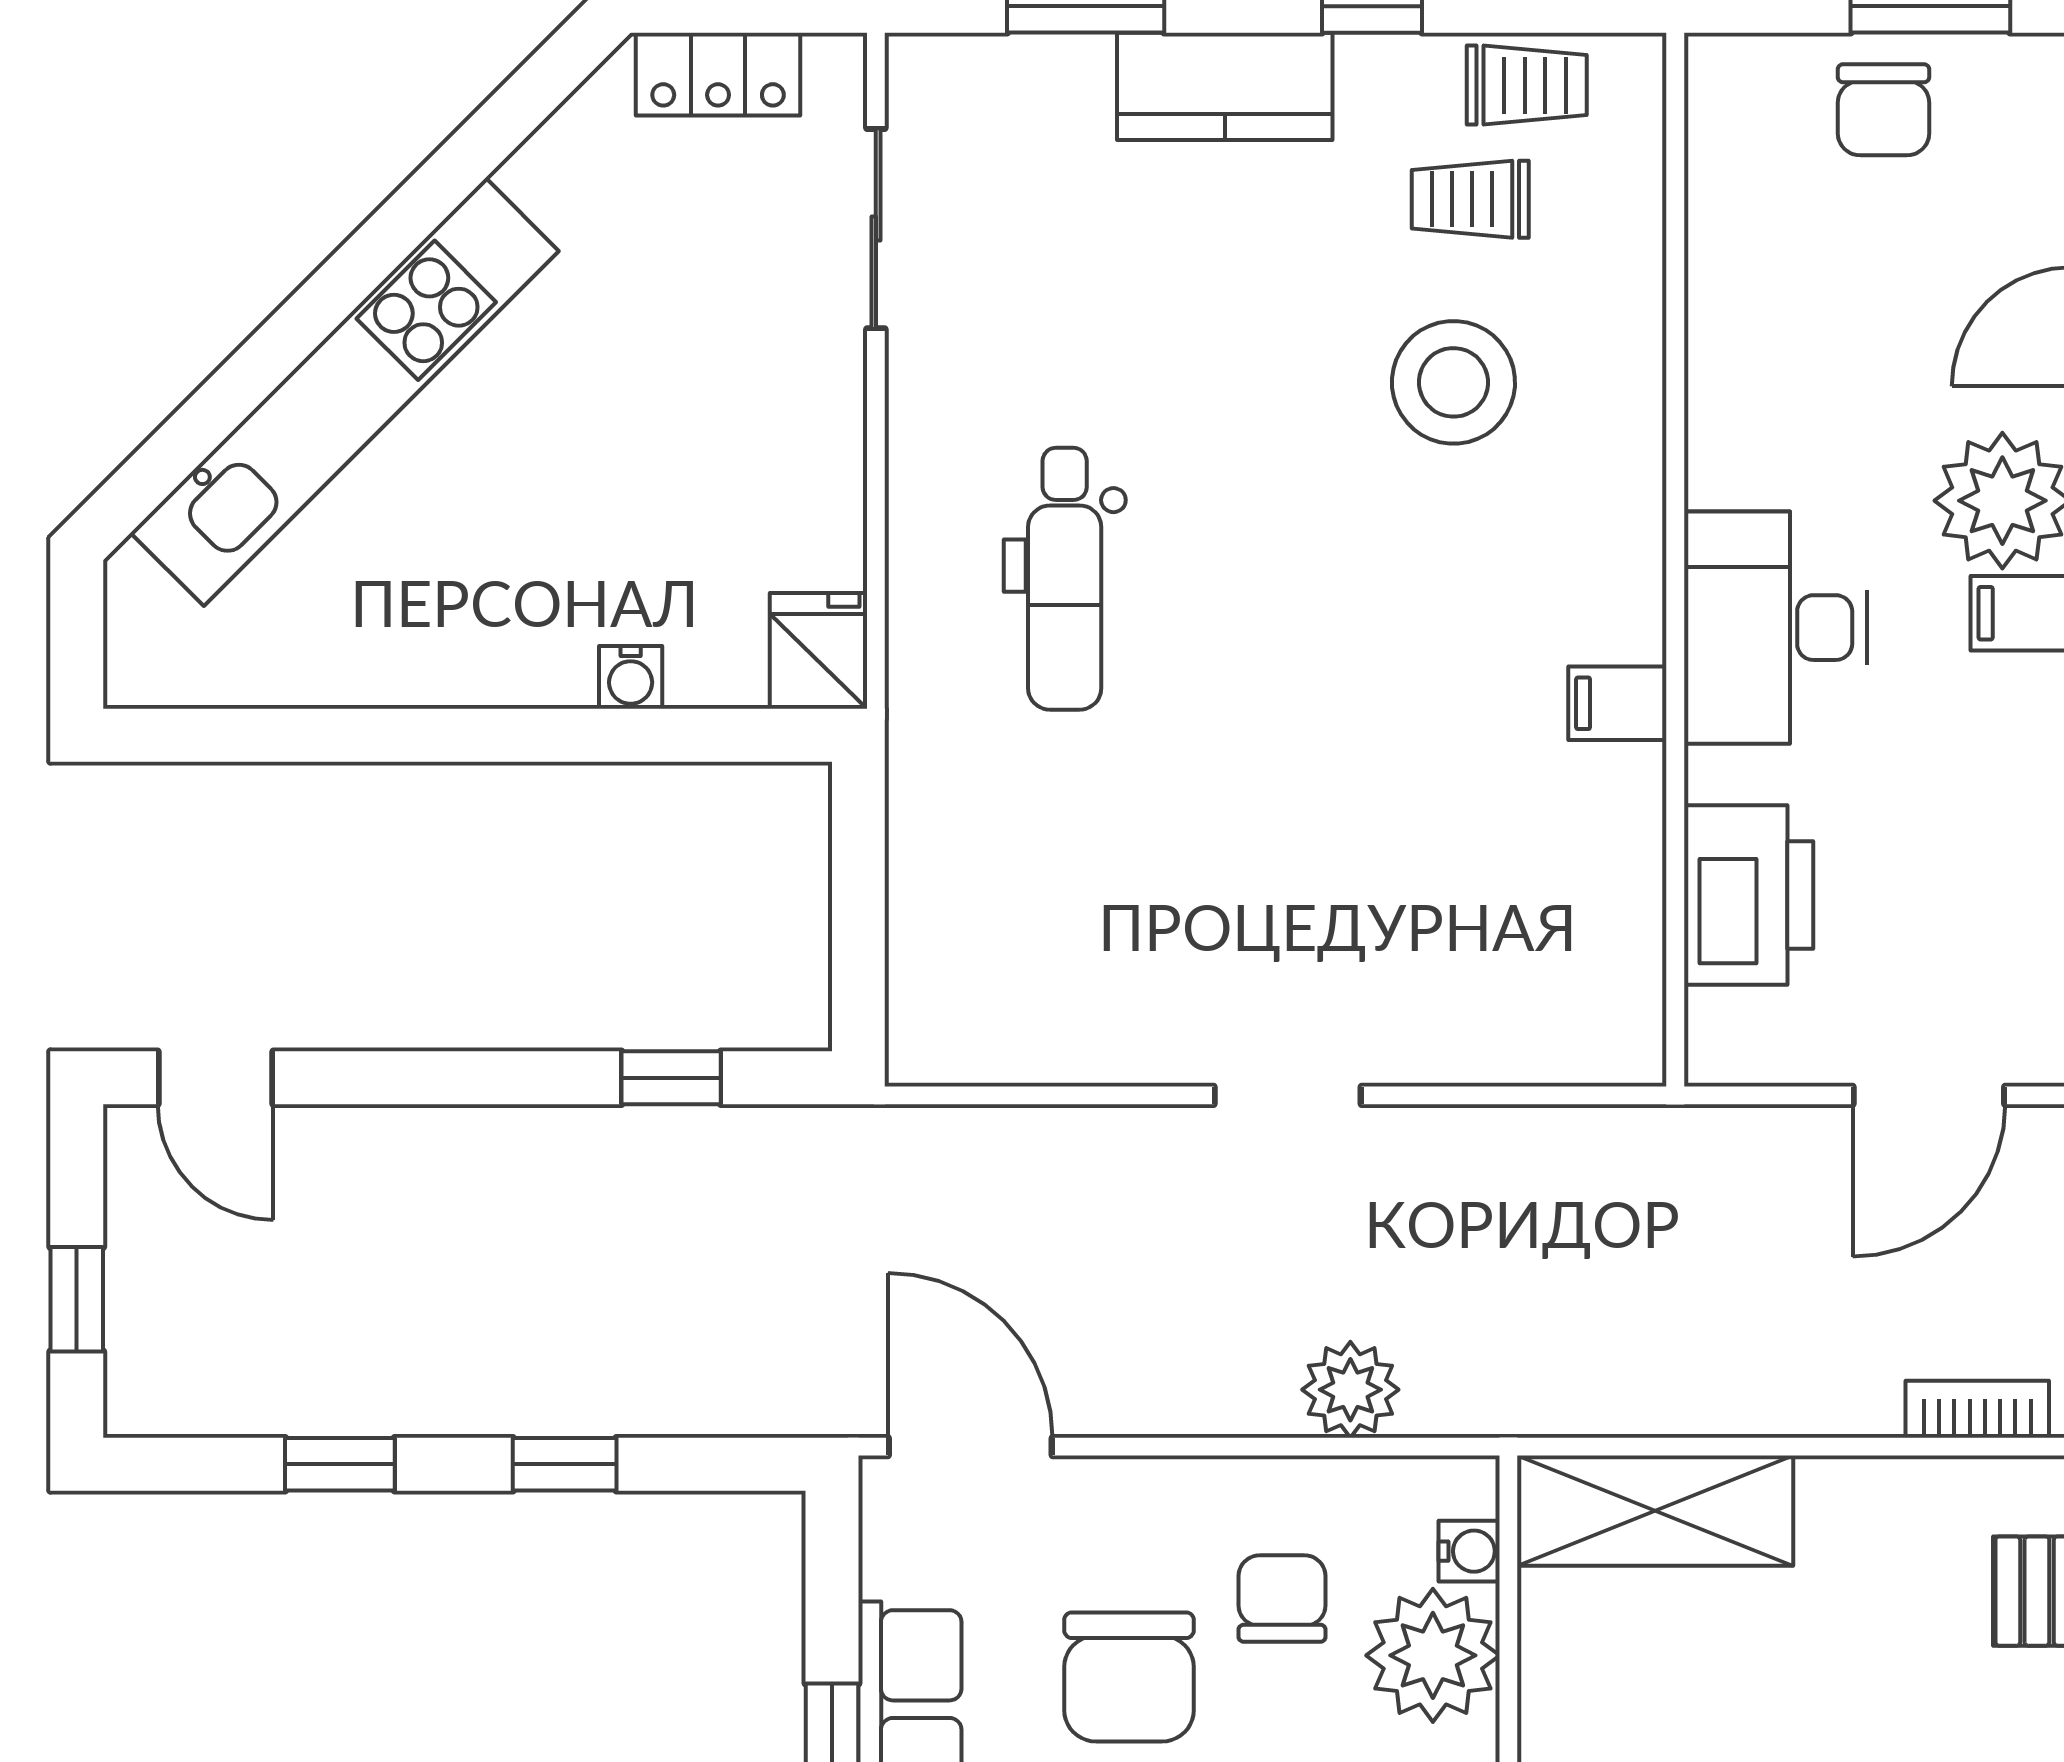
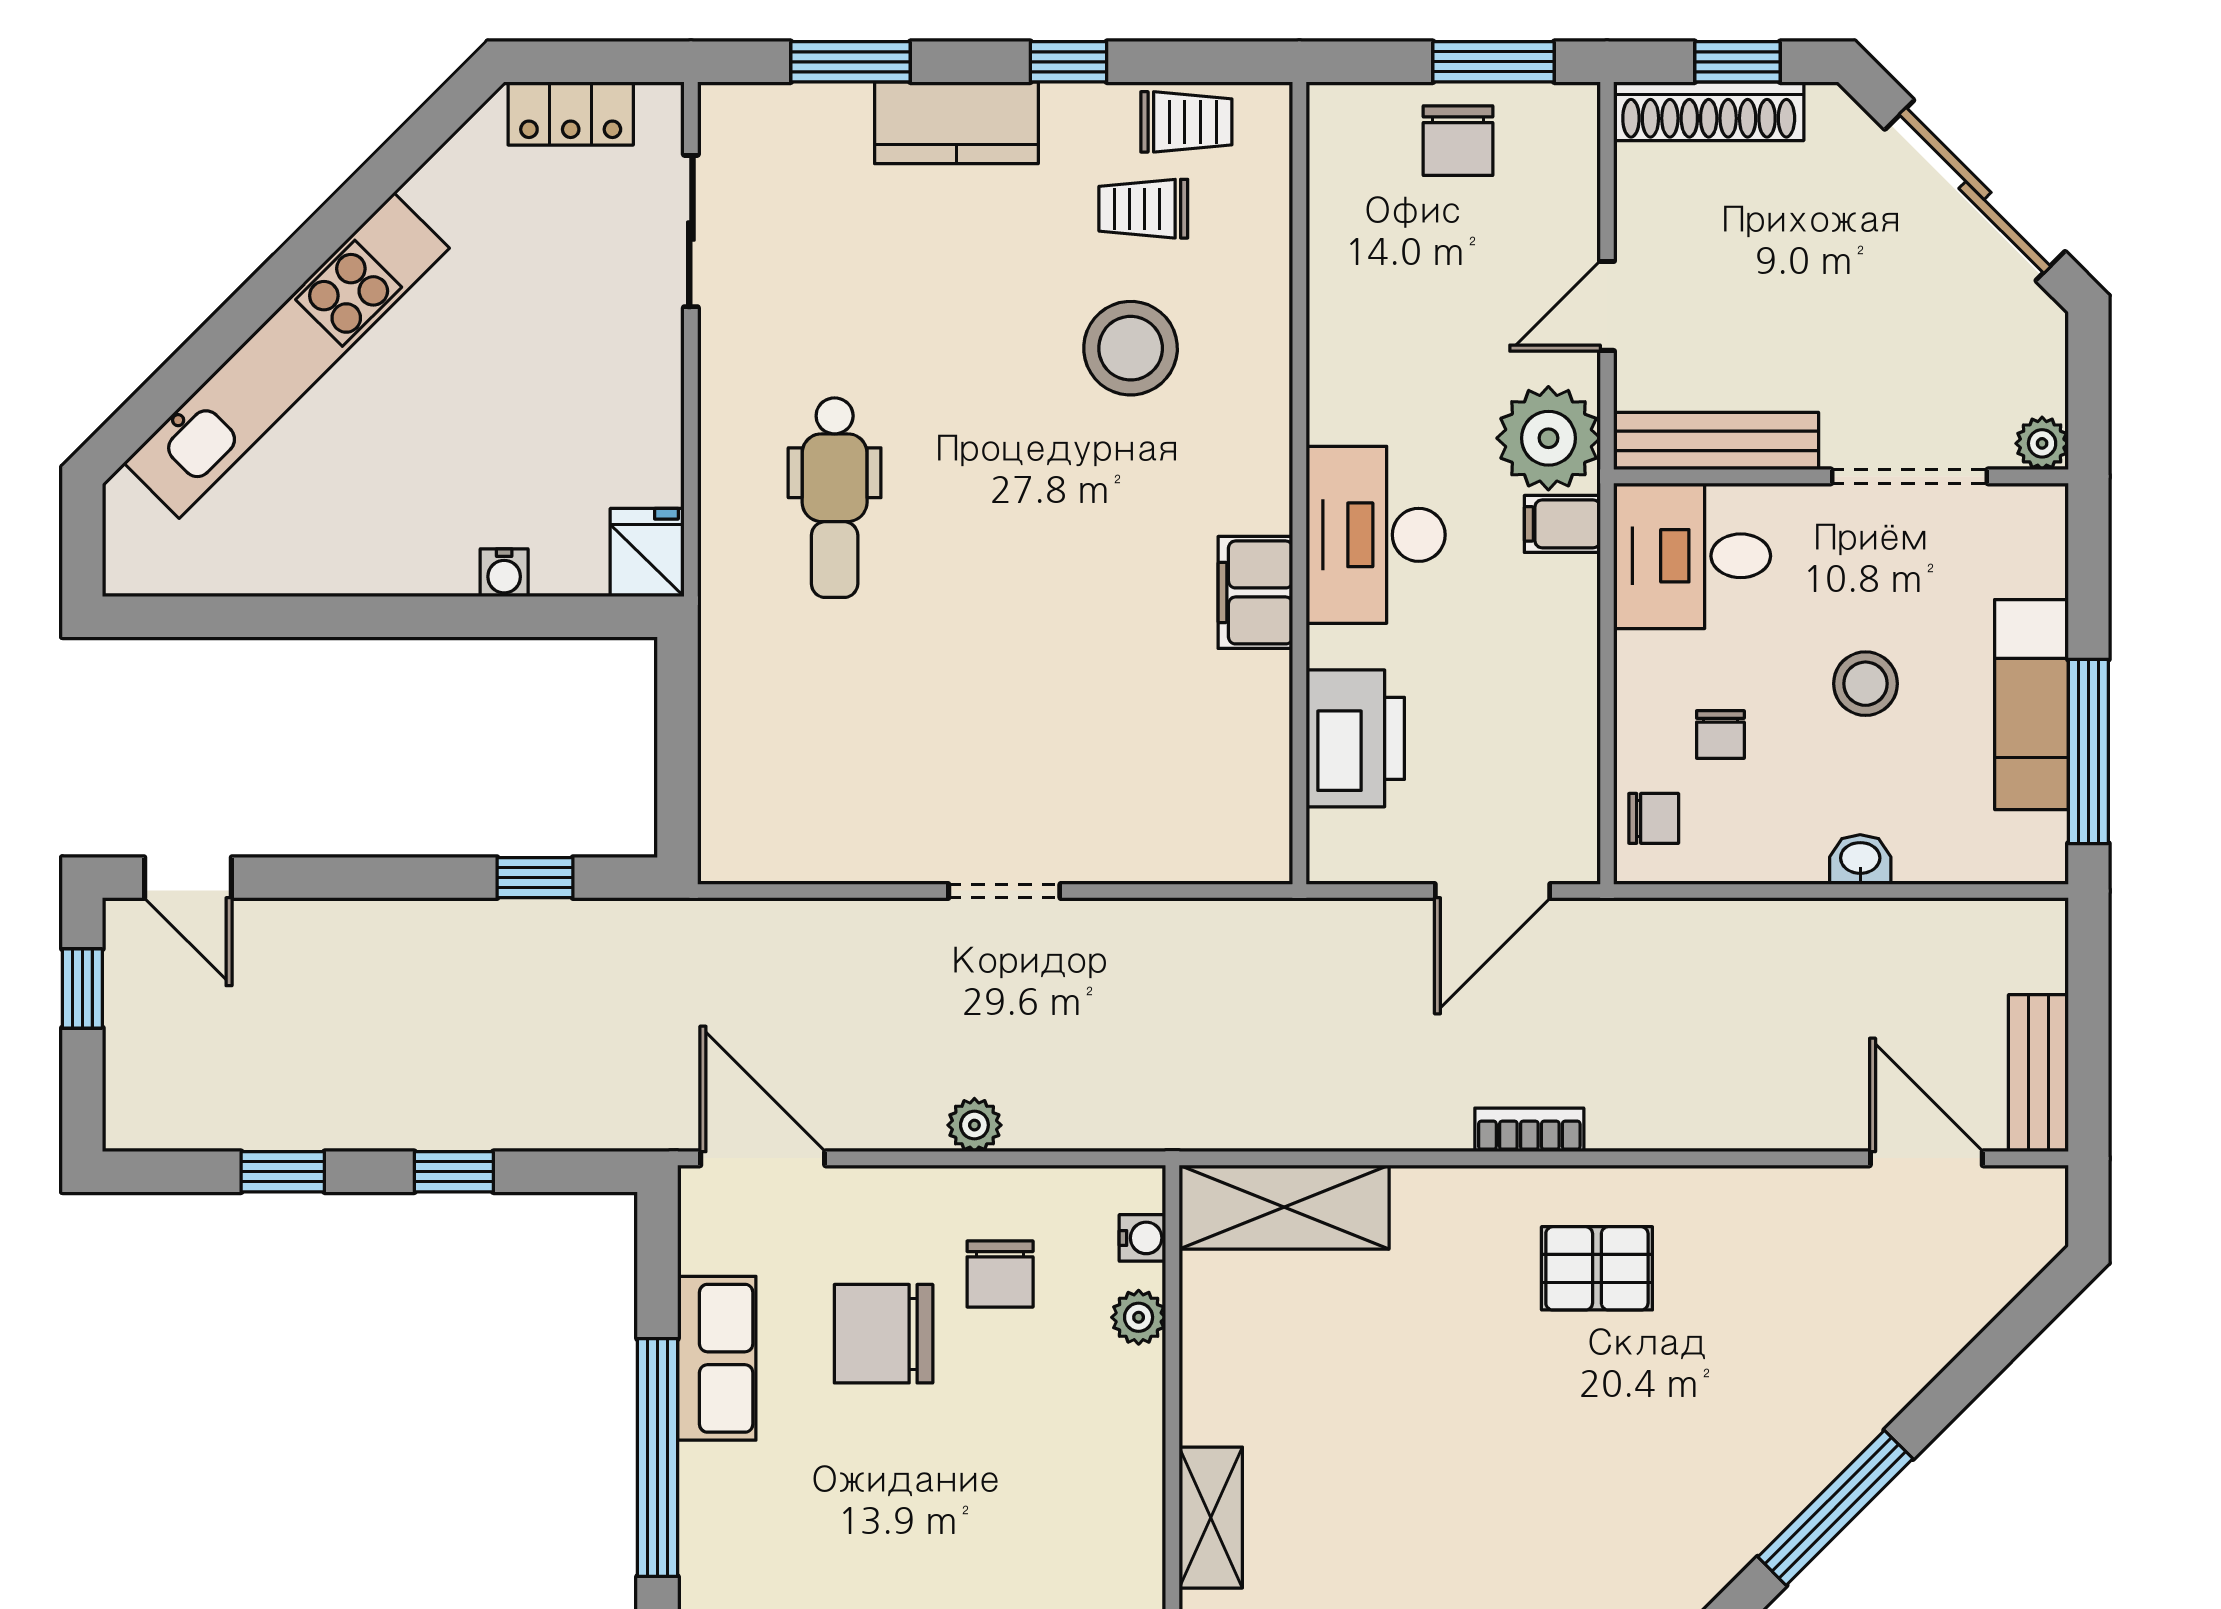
filing cabinet: (1617, 703) -> (1255, 592), width x2.00
window: (77, 1299) -> (82, 988), moved
plant: (1350, 1390) -> (974, 1125), moved, width x0.73, depth x0.73
chair: (1282, 1599) -> (1000, 1274), turned 180
plant: (1433, 1655) -> (1139, 1317), width x0.53, depth x0.53
chair: (1129, 1677) -> (884, 1334), turned 90

